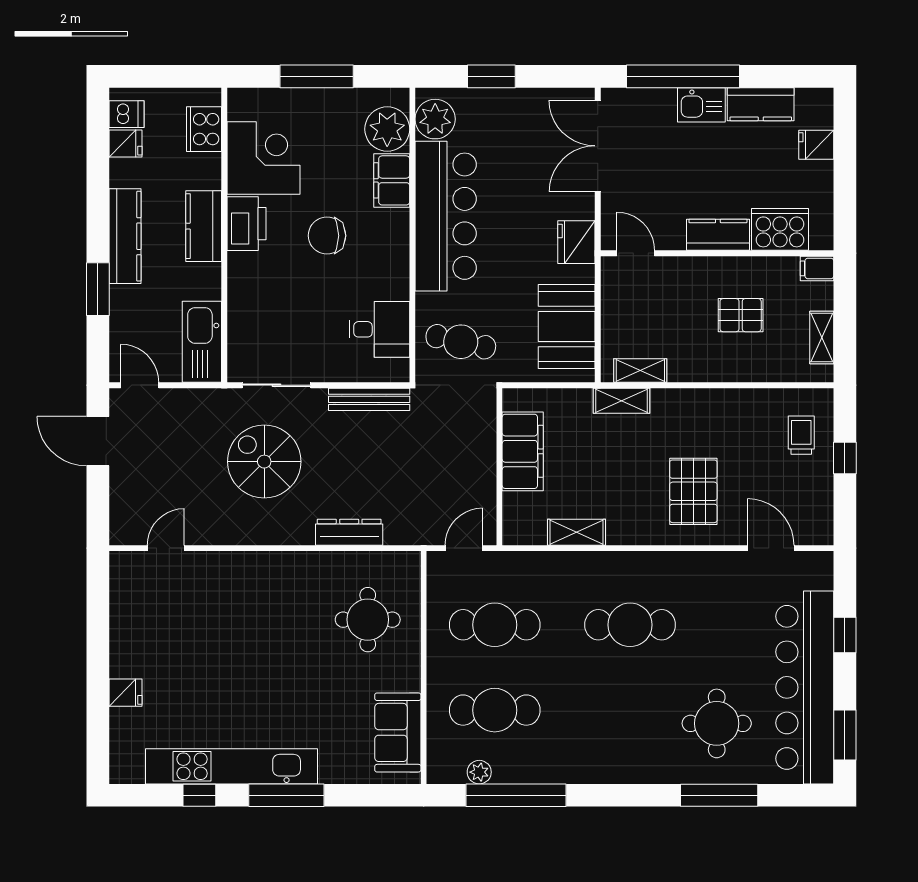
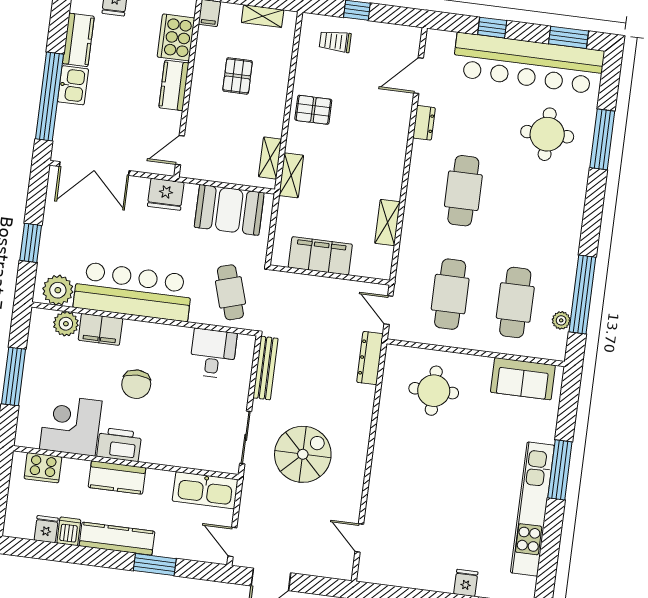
dishwasher: (126, 114) -> (69, 531), moved
plant: (387, 129) -> (66, 324), width x0.73, depth x0.73
cafe table: (461, 342) -> (230, 292), turned -30
door: (140, 385) -> (232, 542), hinge flipped
spiral stairs: (264, 462) -> (303, 454), turned 180
pallet: (693, 491) -> (313, 110), moved, width x0.67, depth x0.71
dresser: (349, 532) -> (370, 358), moved
dresser: (711, 563) -> (424, 123), added
window: (199, 795) -> (551, 537), removed

